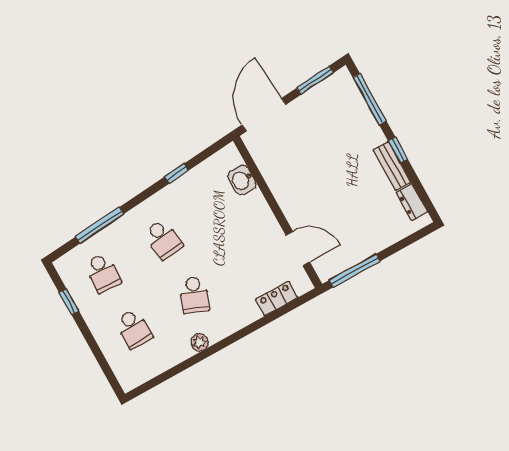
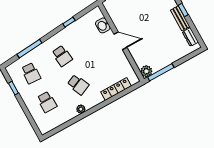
door: (298, 249) -> (120, 41), moved
plant: (326, 269) -> (146, 71), added
school desk: (194, 295) -> (78, 85), turned -45
locker: (277, 298) -> (116, 89), width x1.53

